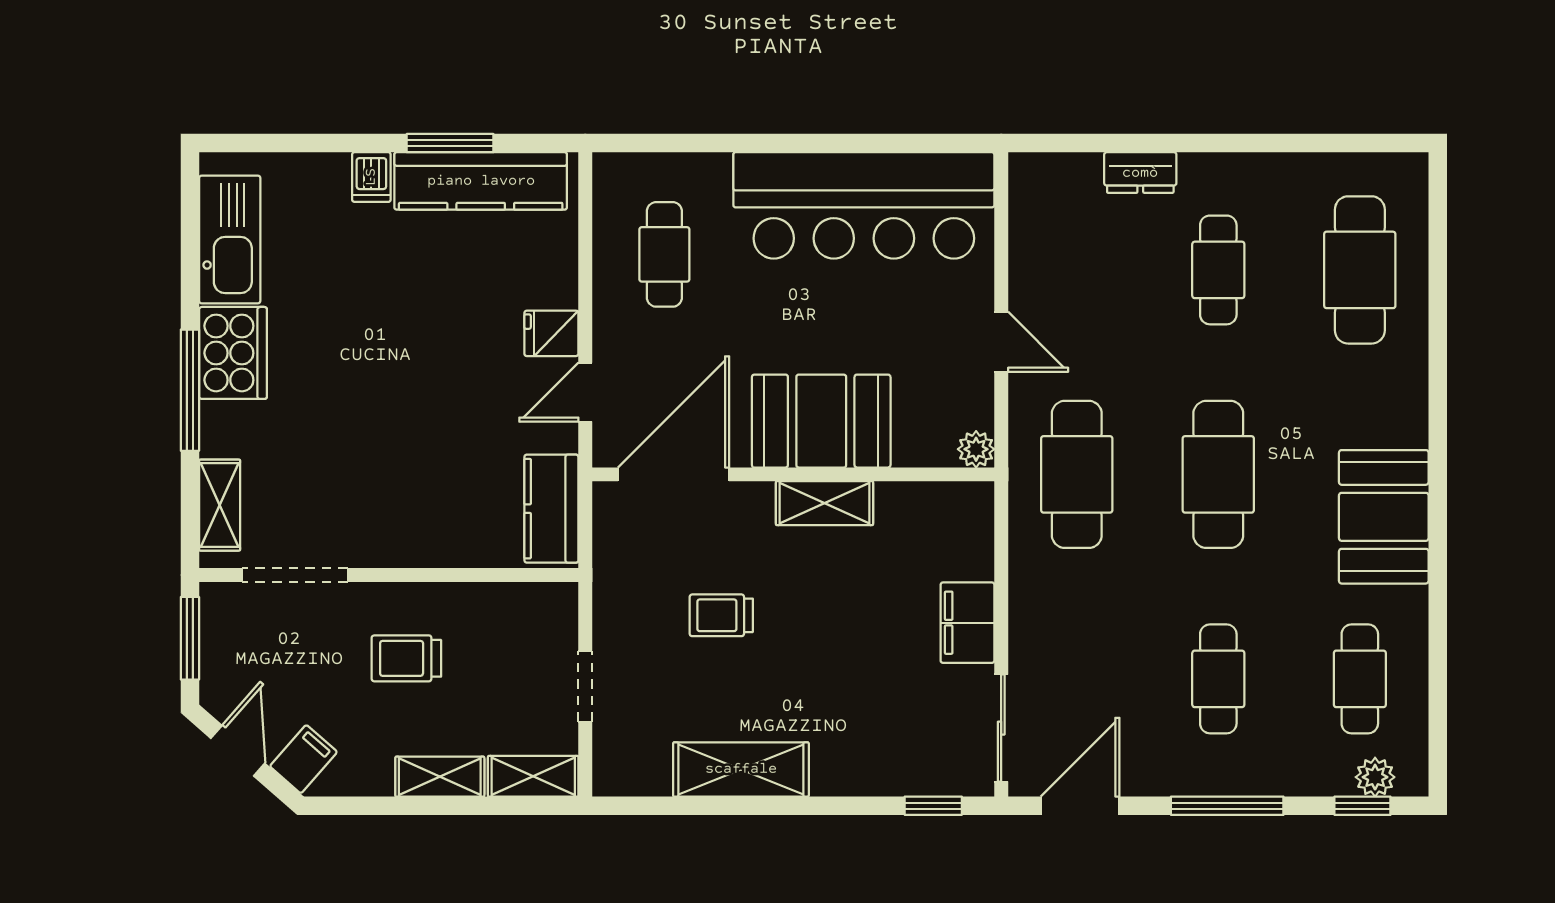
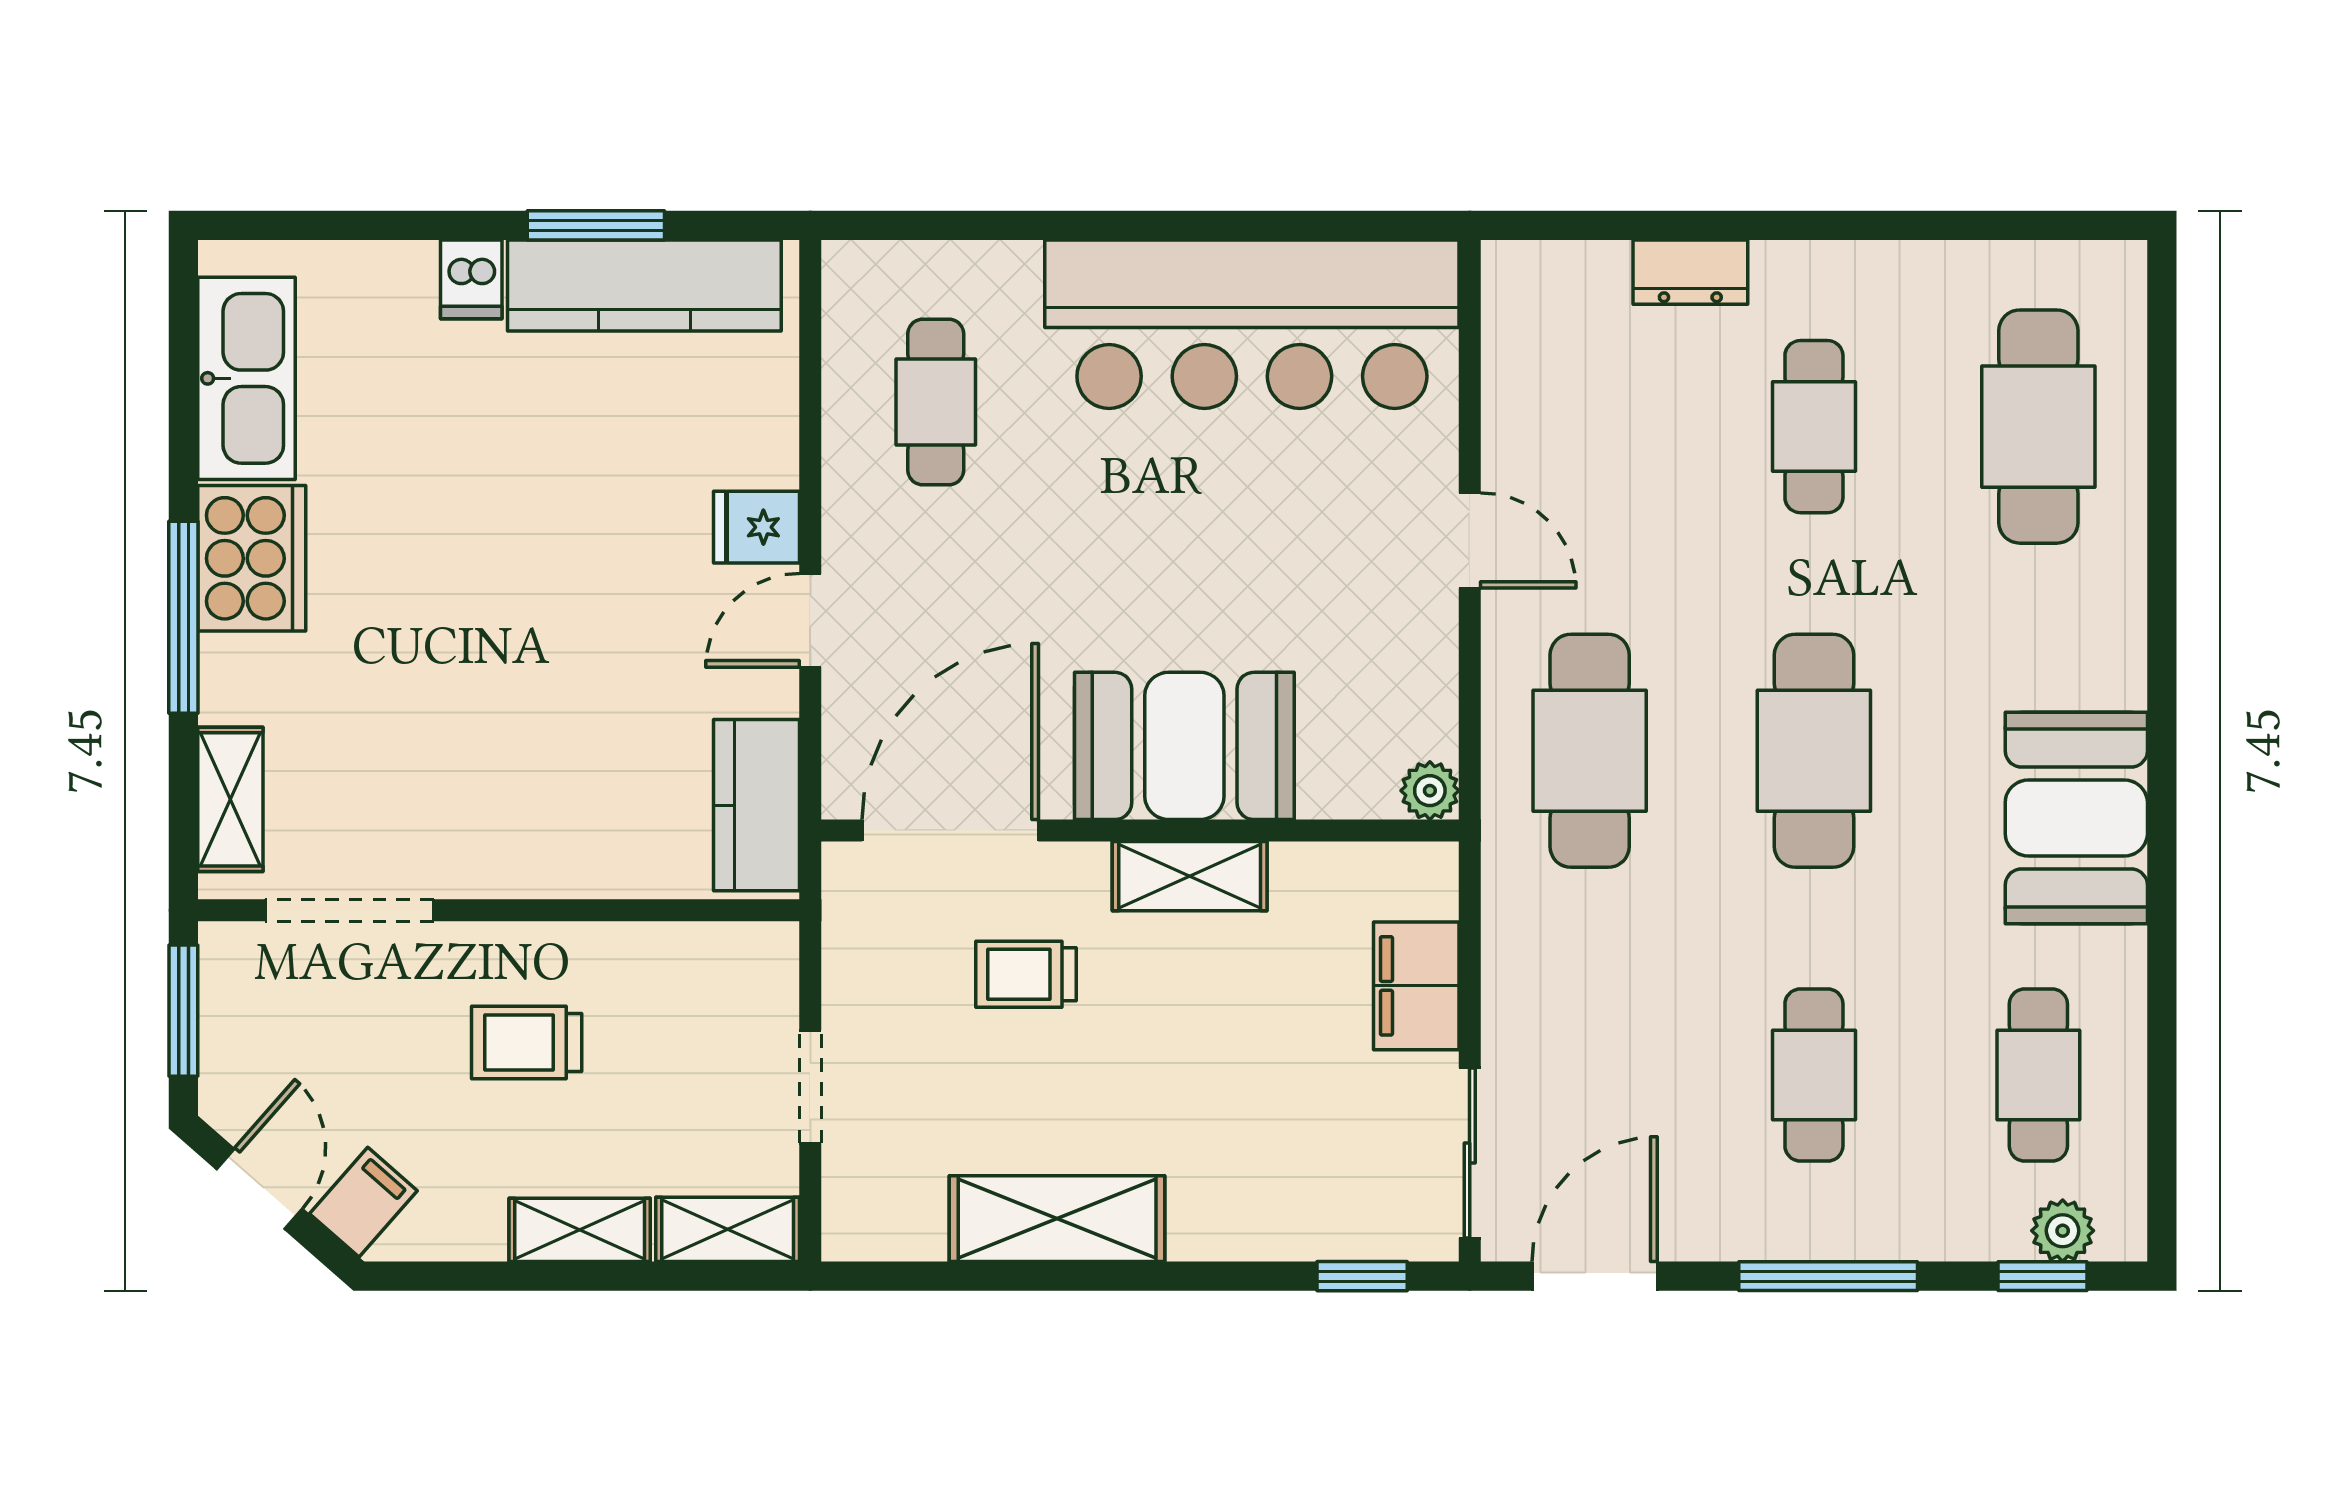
booth: (821, 421) -> (1184, 746), moved
plant: (976, 449) -> (1430, 791), moved
door: (674, 474) -> (950, 831), moved
wall: (793, 474) -> (1140, 831), moved
shelving: (825, 503) -> (1190, 876), moved

